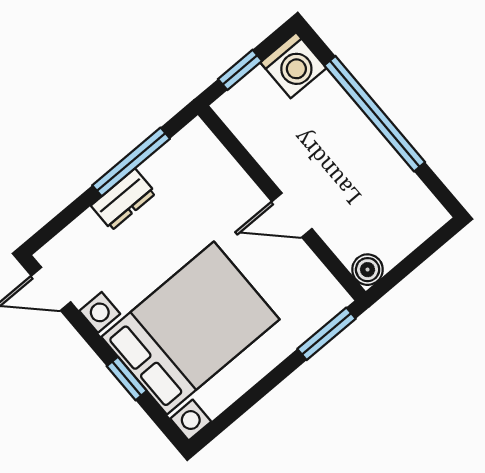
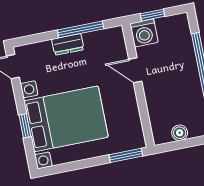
washing machine: (293, 65) -> (144, 33), moved
door: (292, 215) -> (135, 70), moved
boiler: (368, 270) -> (180, 133), moved

